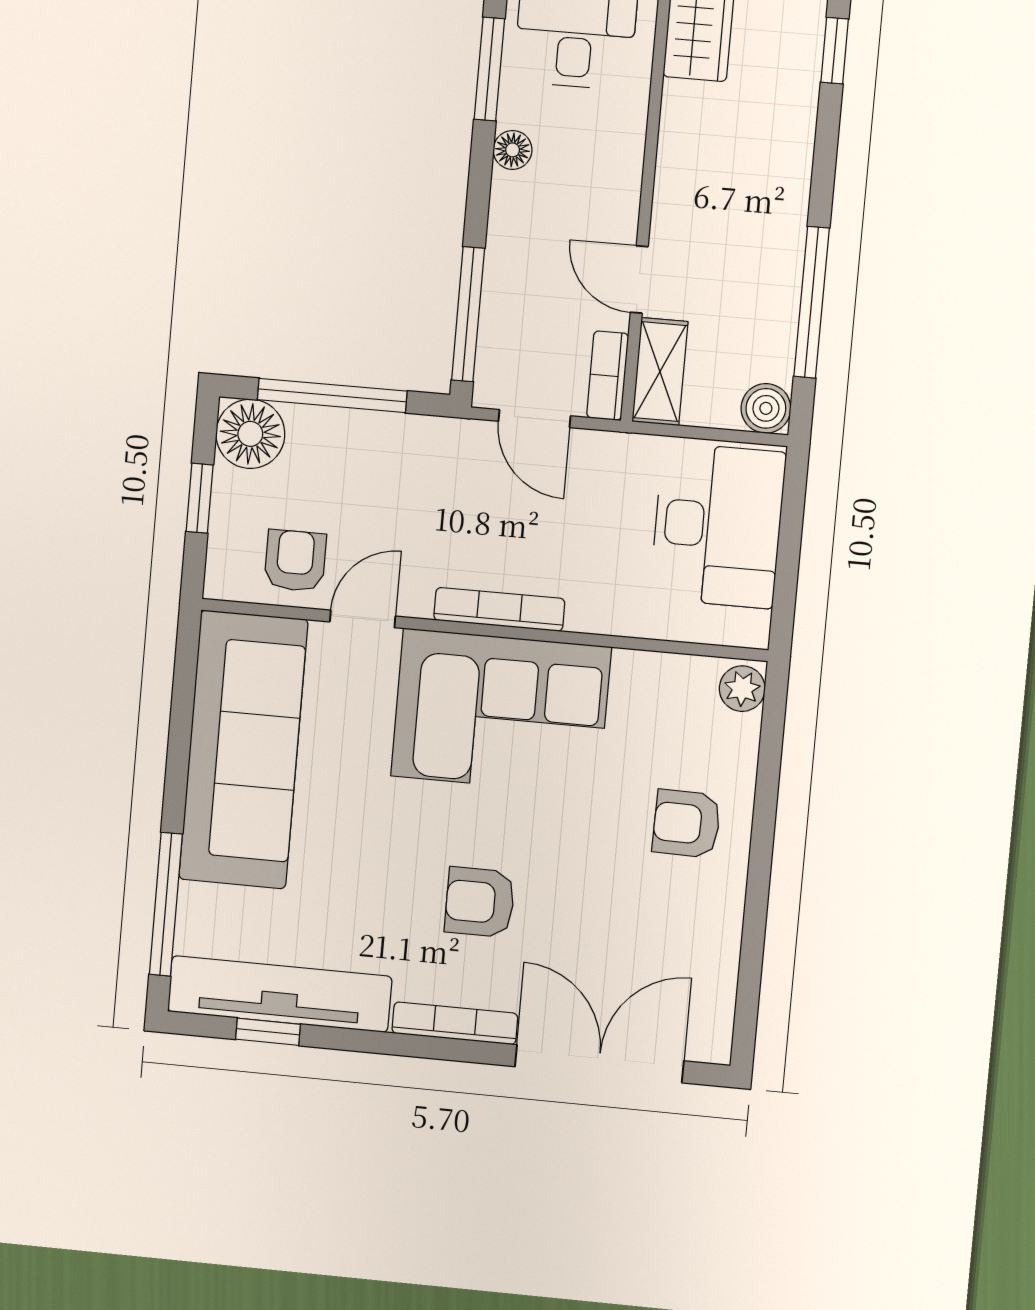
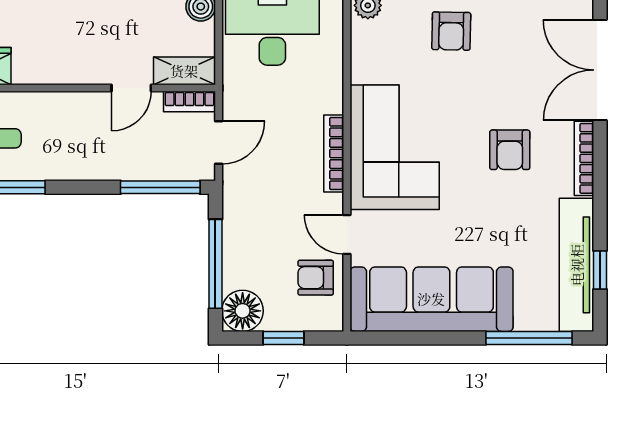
floor lamp: (513, 150) -> (61, 169), removed

